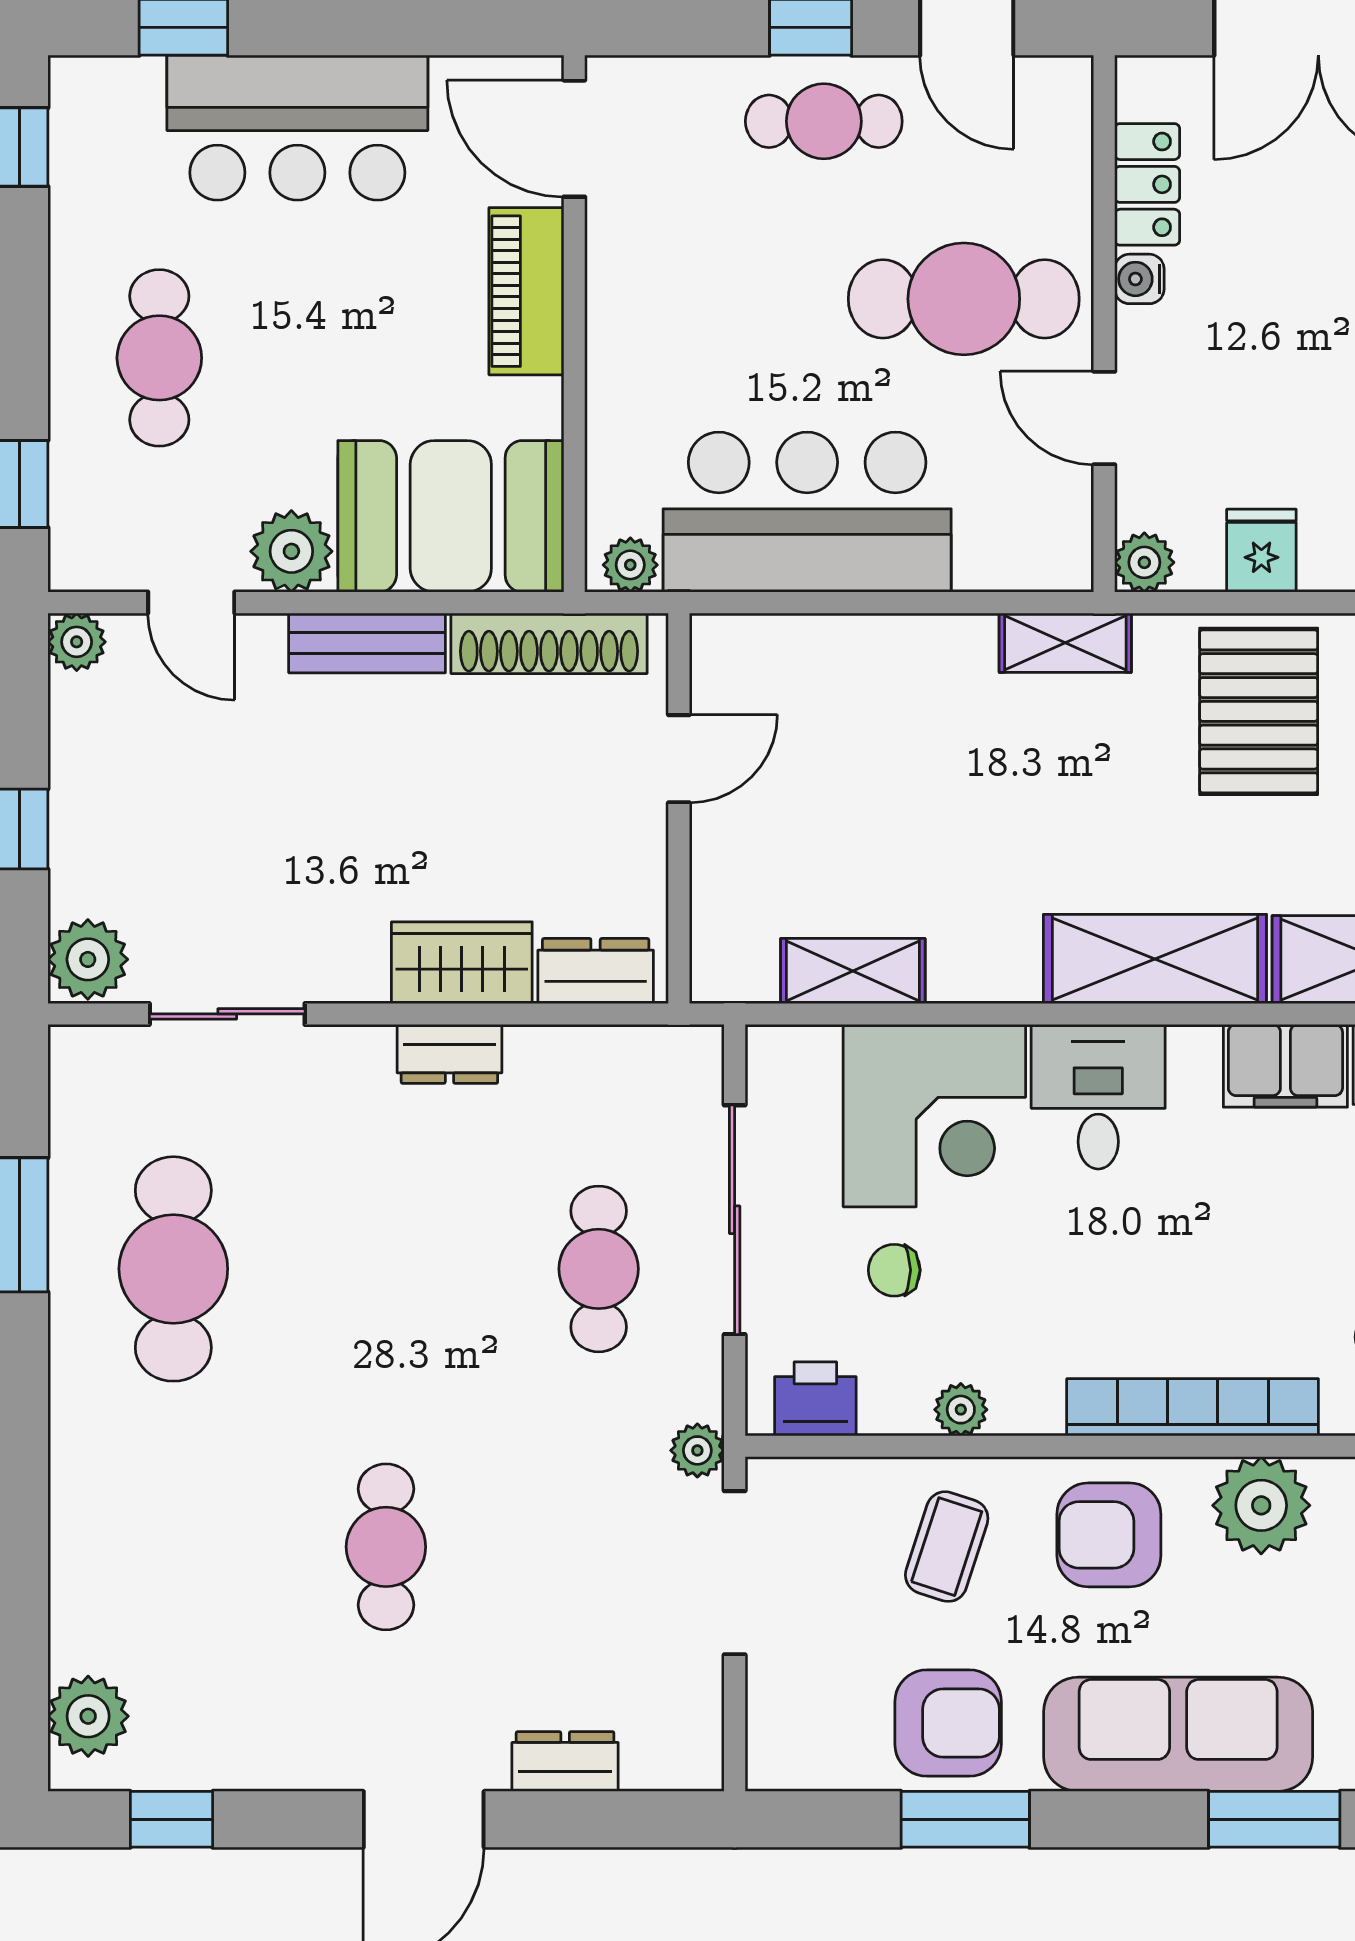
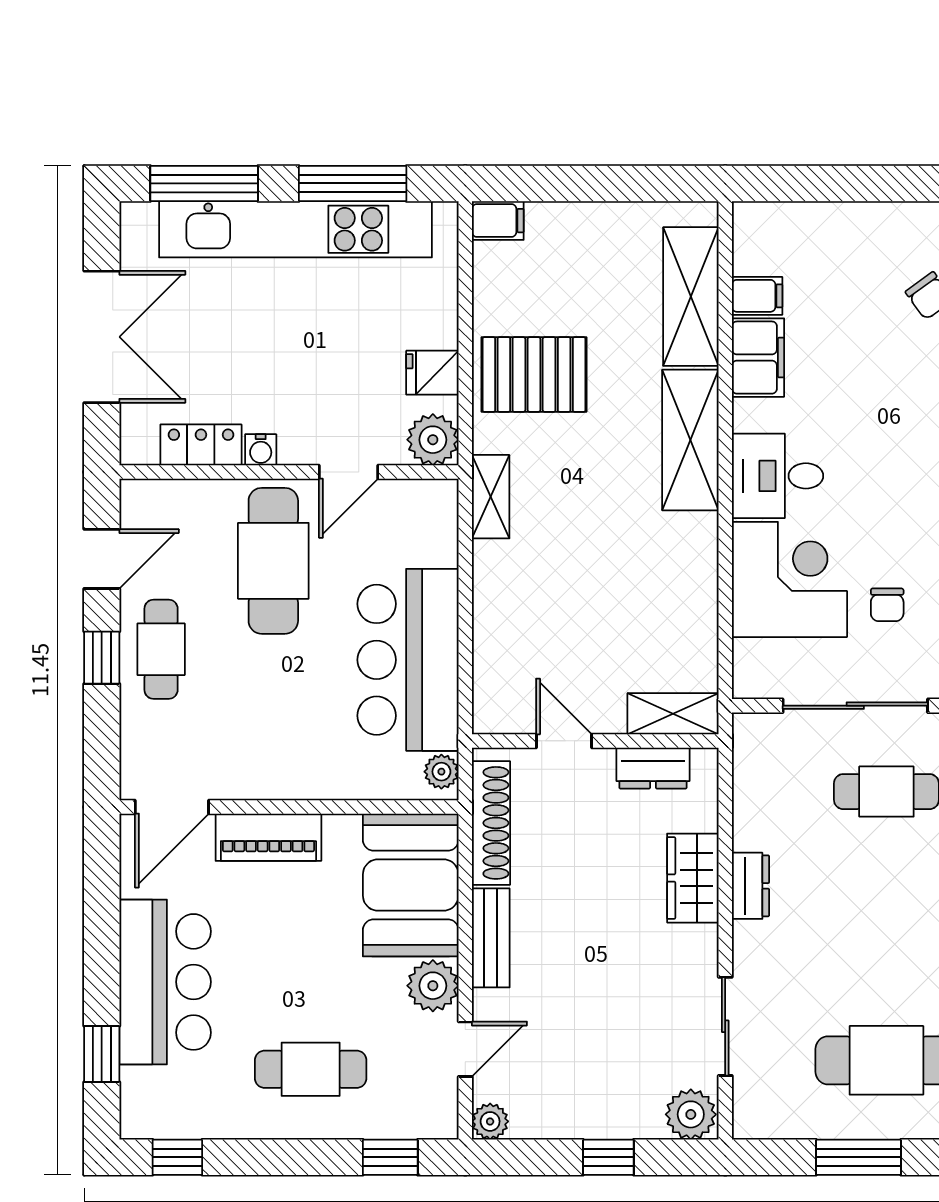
plant: (1144, 562) -> (433, 440), width x1.38, depth x1.38
dresser: (596, 971) -> (653, 768), moved, turned -90
shelving: (853, 971) -> (673, 714), moved, turned 90

